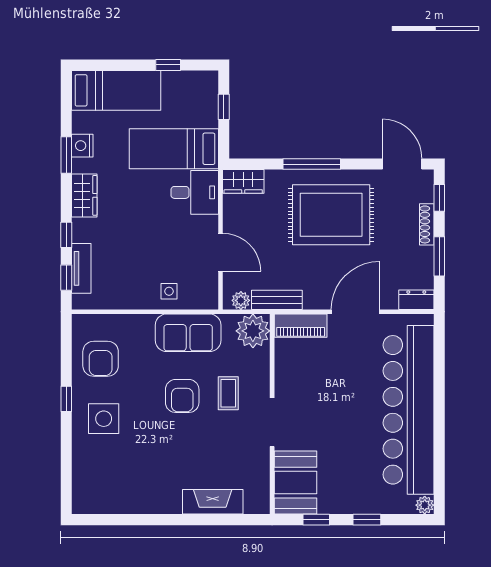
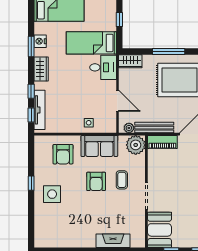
tv unit: (81, 268) -> (40, 110), width x1.41
bench: (277, 300) -> (154, 128), width x1.36
armchair: (101, 359) -> (63, 154), moved

